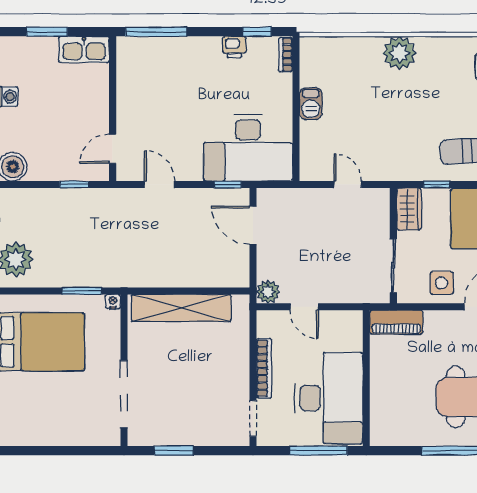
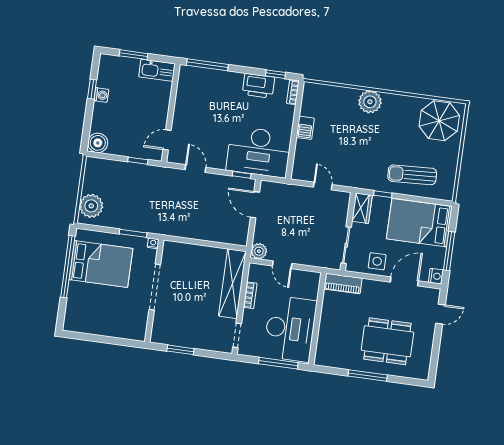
printer: (234, 47) -> (258, 86), width x1.87, depth x1.48
shelving: (181, 308) -> (232, 284), moved, turned 90
bookcase: (264, 368) -> (250, 295), width x0.64
doorway: (124, 394) -> (155, 287), moved

